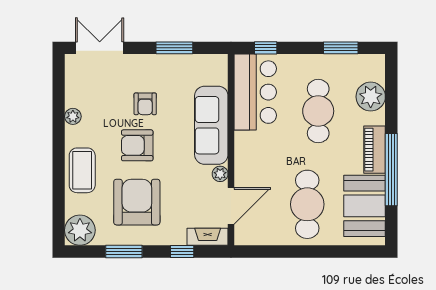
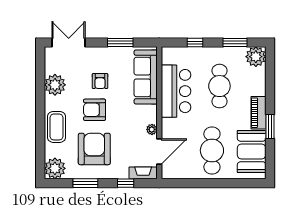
window: (266, 48) -> (195, 42), moved
bar counter: (255, 92) -> (176, 91), moved
plant: (371, 97) -> (256, 57), moved
plant: (73, 116) -> (55, 85), width x1.87, depth x1.87
sofa: (211, 125) -> (146, 77), moved
window: (391, 170) -> (270, 127), width x0.47

